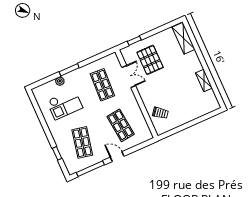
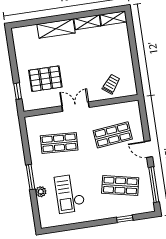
shelving: (183, 38) -> (56, 29), moved
double door: (129, 76) -> (75, 107), moved
shelving: (213, 100) -> (113, 18), added
checkout: (65, 104) -> (70, 194), turned 180
door: (117, 157) -> (148, 149), hinge flipped

